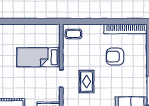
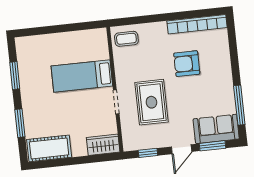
rug: (87, 82) -> (151, 102), width x1.36, depth x1.43

